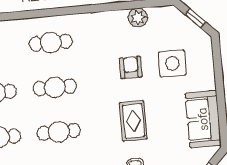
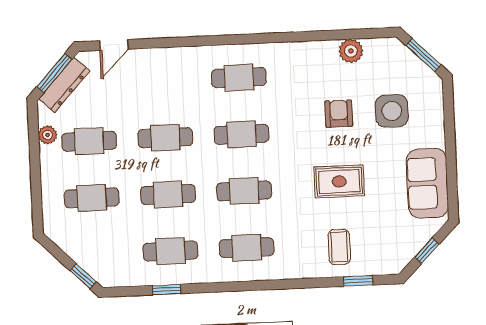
window: (195, 18) -> (423, 55), width x1.50
rug: (133, 121) -> (339, 181), turned 90

